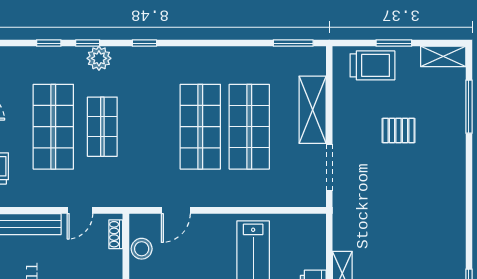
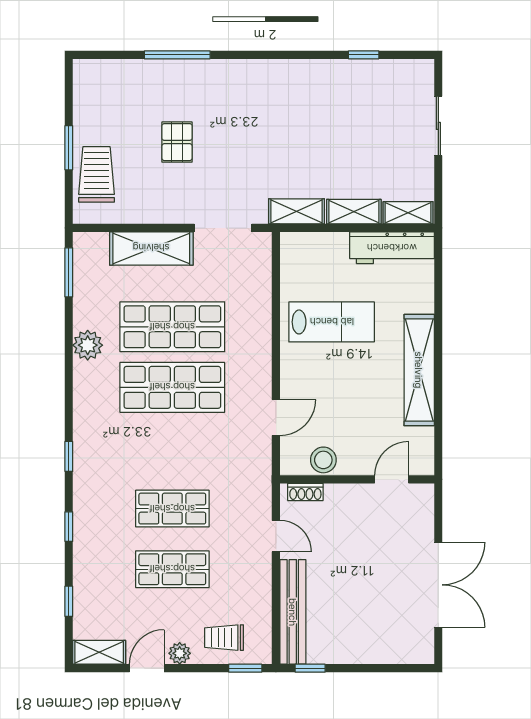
window: (49, 43) -> (69, 601), moved
shelving: (443, 56) -> (297, 211), moved, turned 90
plant: (99, 58) -> (88, 345), moved
window: (469, 107) -> (177, 55), moved
shop shelf: (53, 127) -> (172, 569), width x0.70, depth x0.74
door: (176, 210) -> (276, 418), hinge flipped

